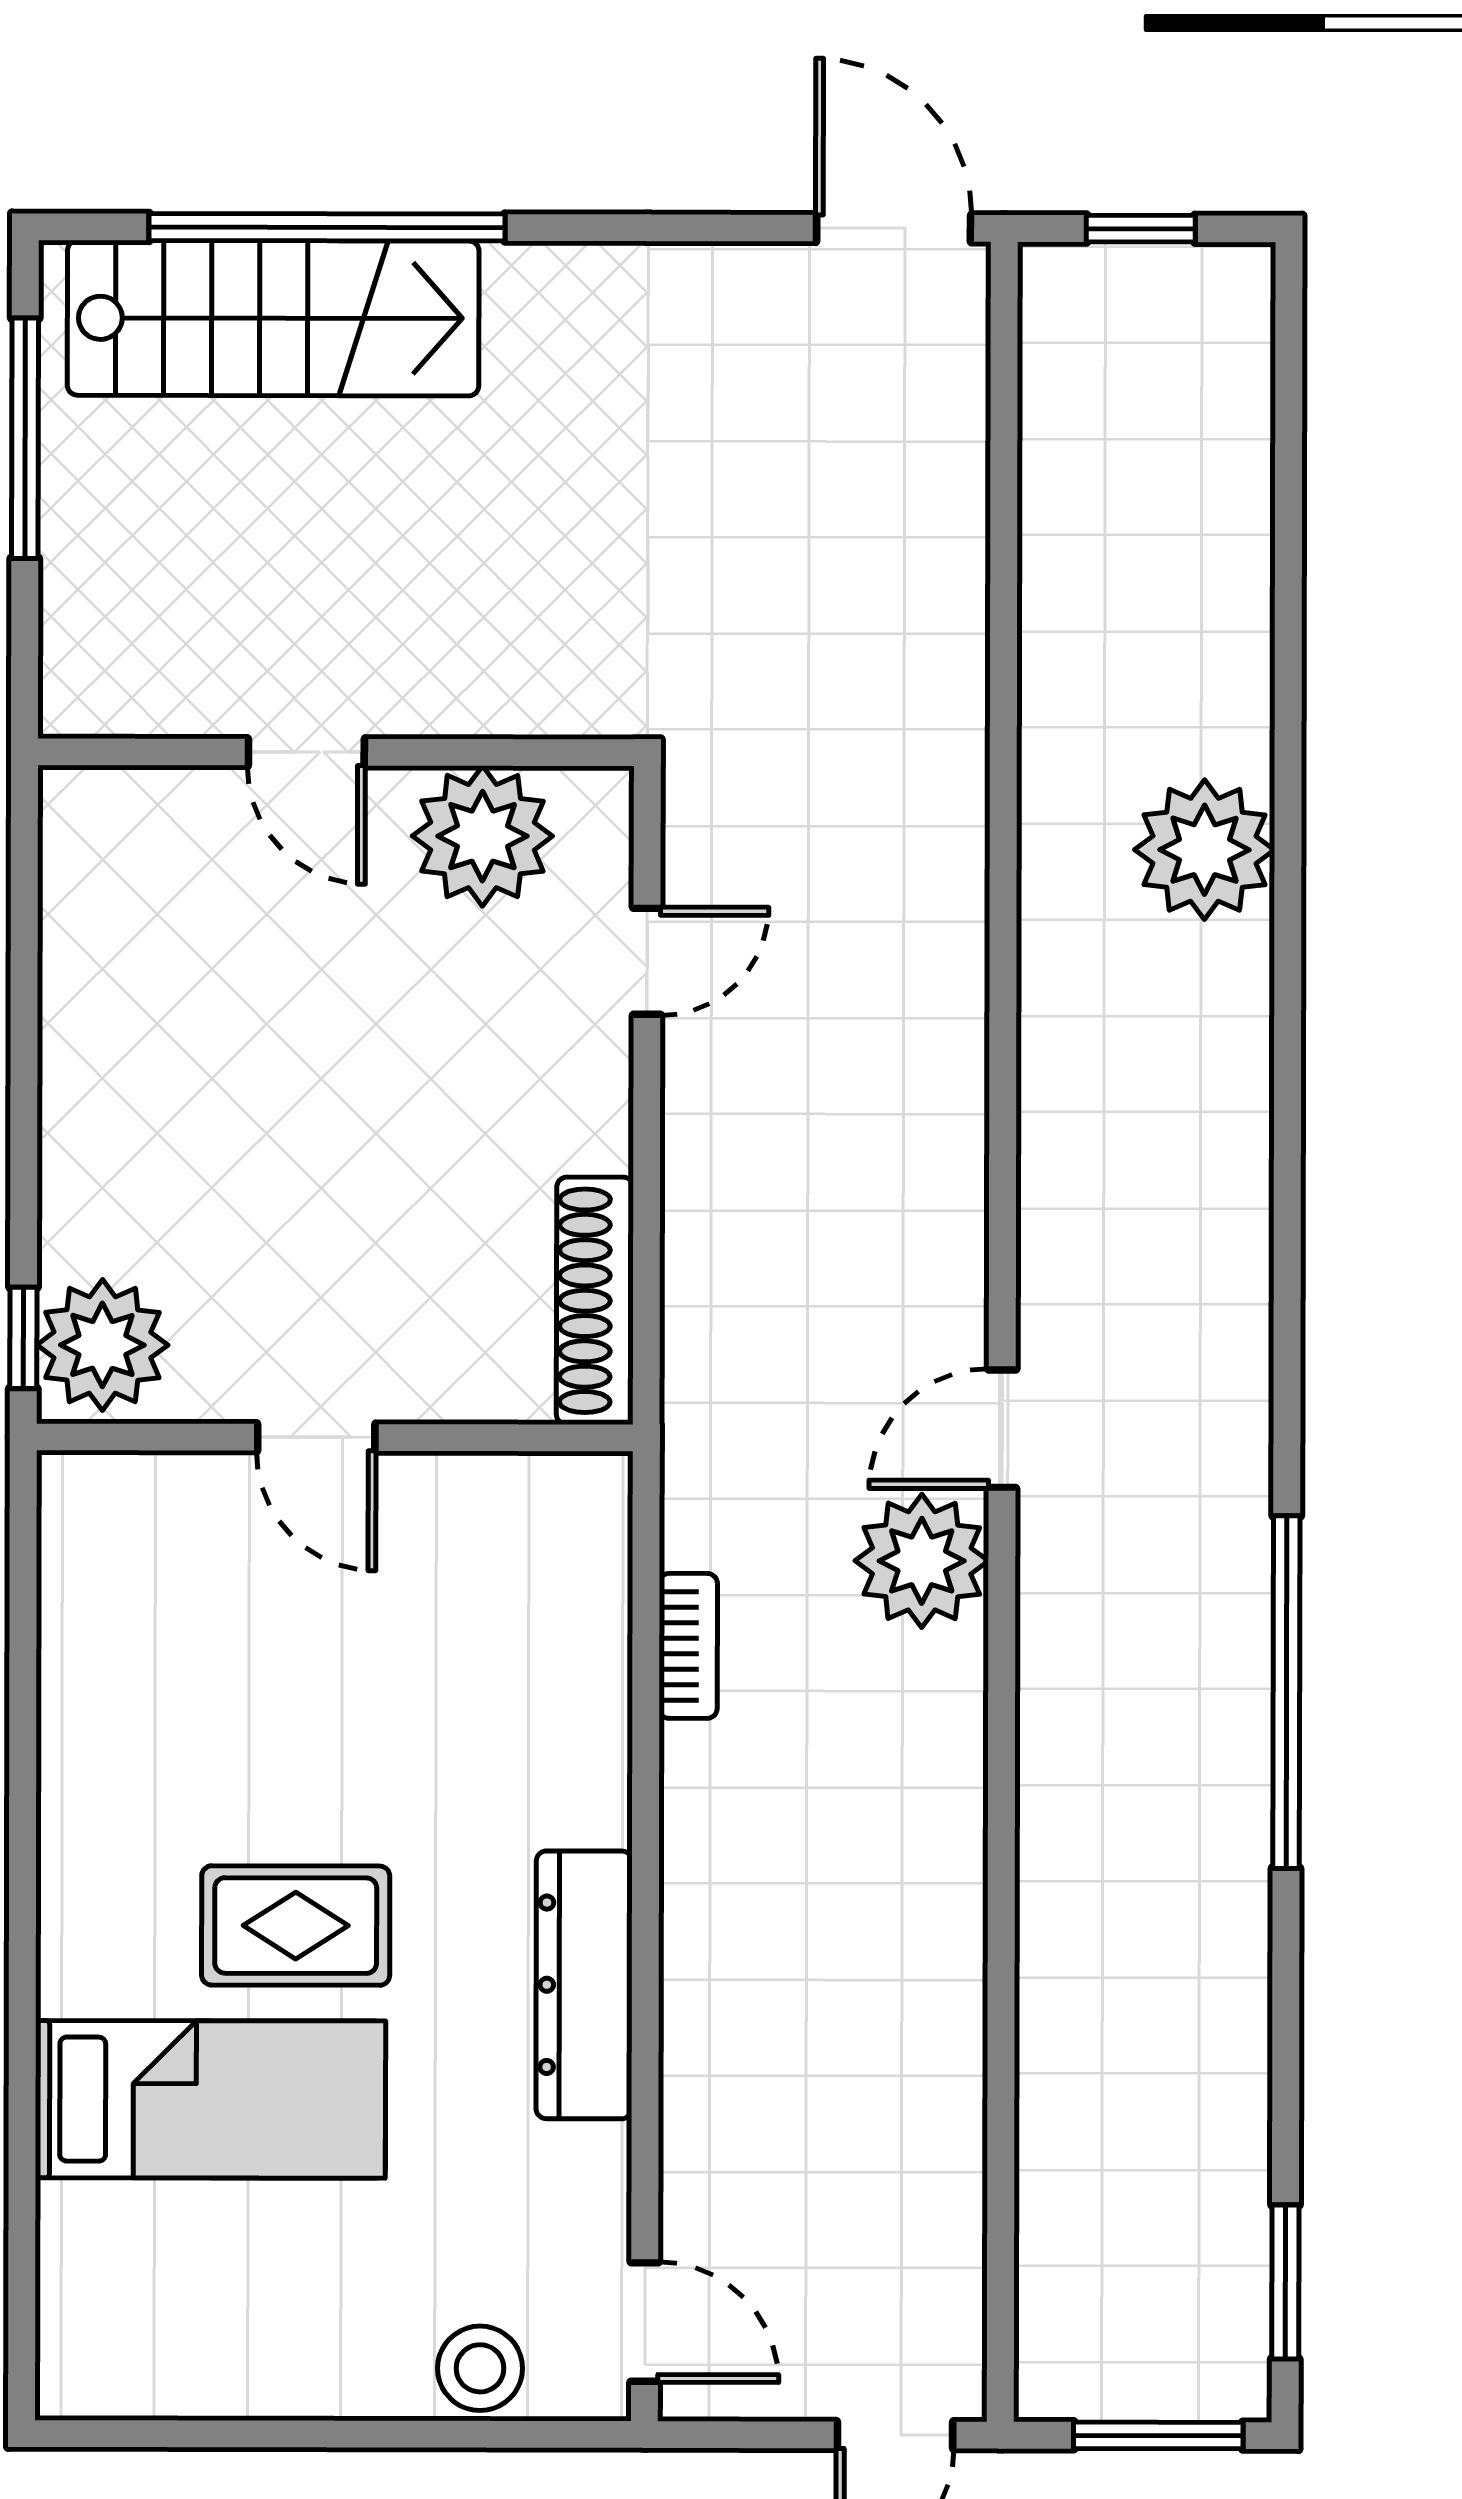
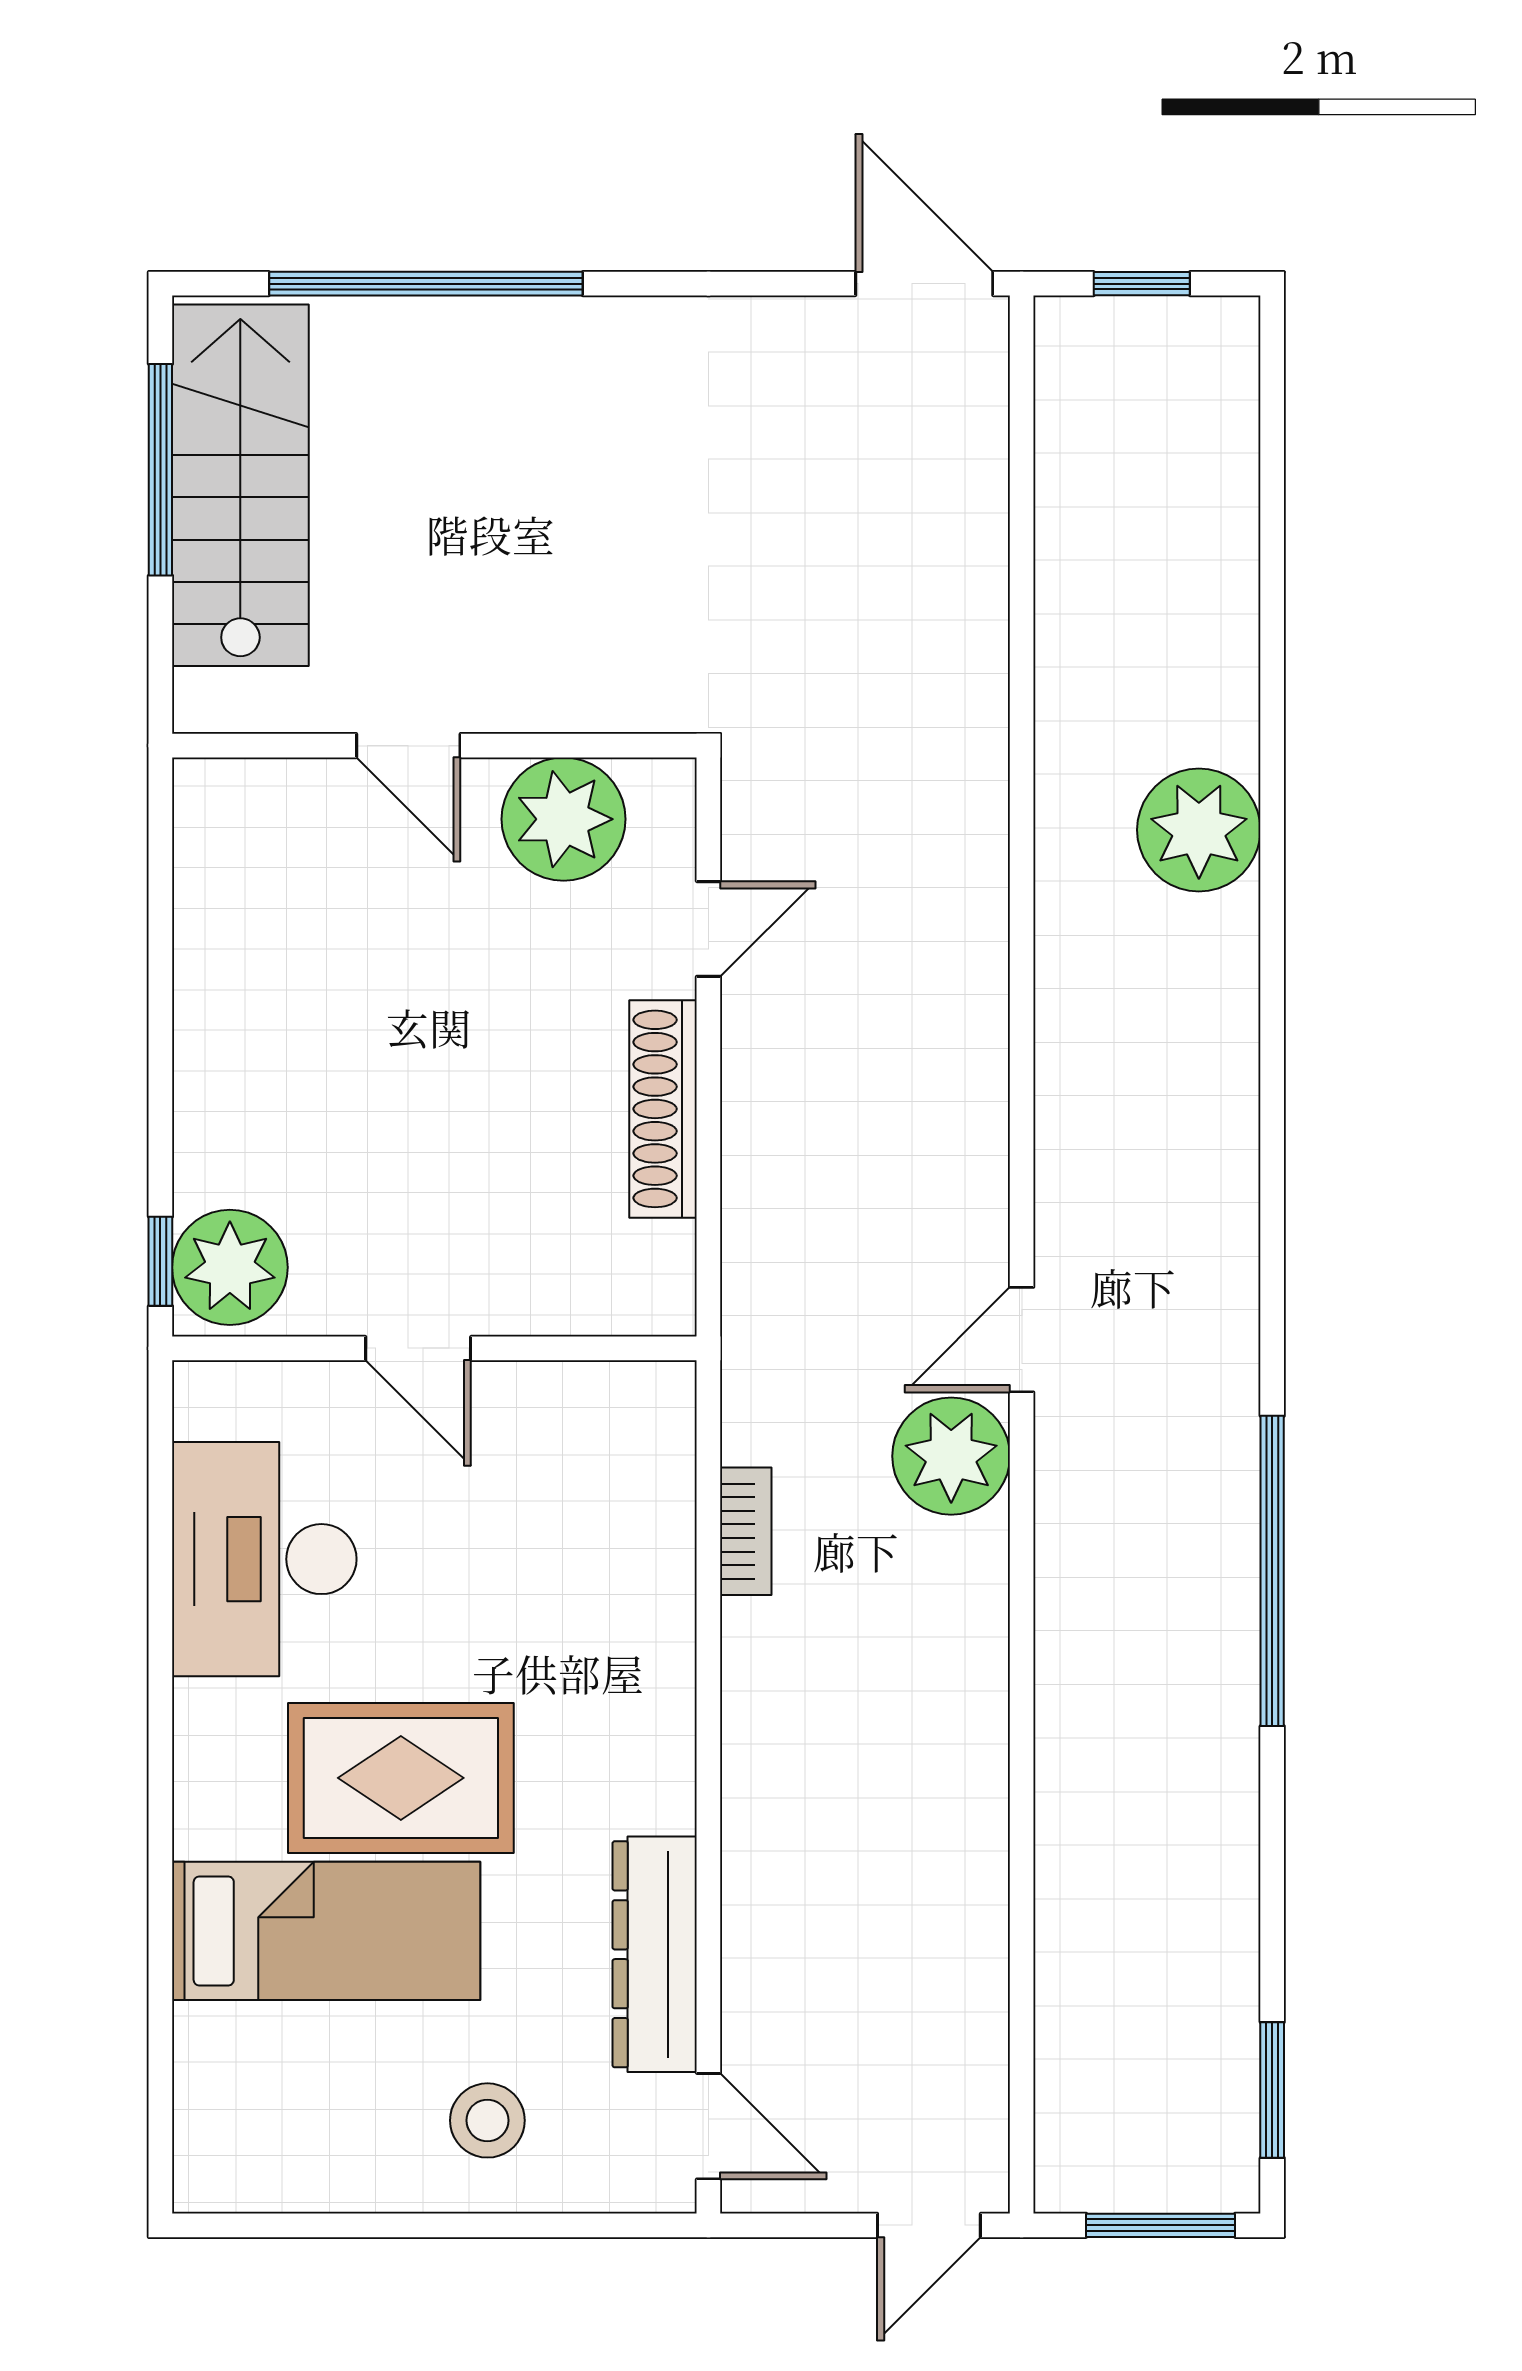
stairs: (273, 318) -> (240, 485), moved, turned -90
shoe rack: (595, 1301) -> (663, 1109), moved
desk: (141, 1677) -> (264, 1559), added
rug: (296, 1926) -> (401, 1778), width x1.36, depth x1.43
dresser: (584, 1985) -> (655, 1954), moved
stool: (480, 2368) -> (487, 2120), moved

